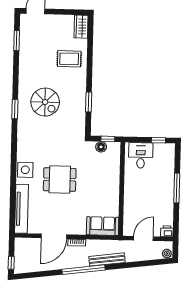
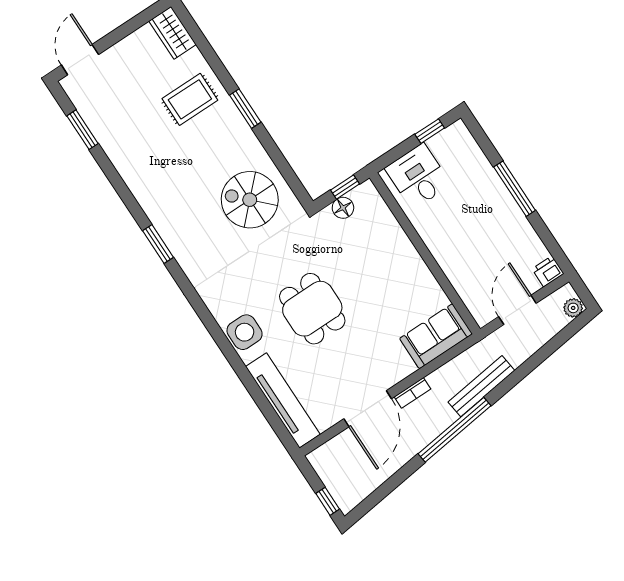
spiral stairs: (45, 102) -> (250, 200), moved, turned 180
window: (89, 102) -> (245, 109), moved
dining table: (60, 180) -> (312, 309), turned 90

